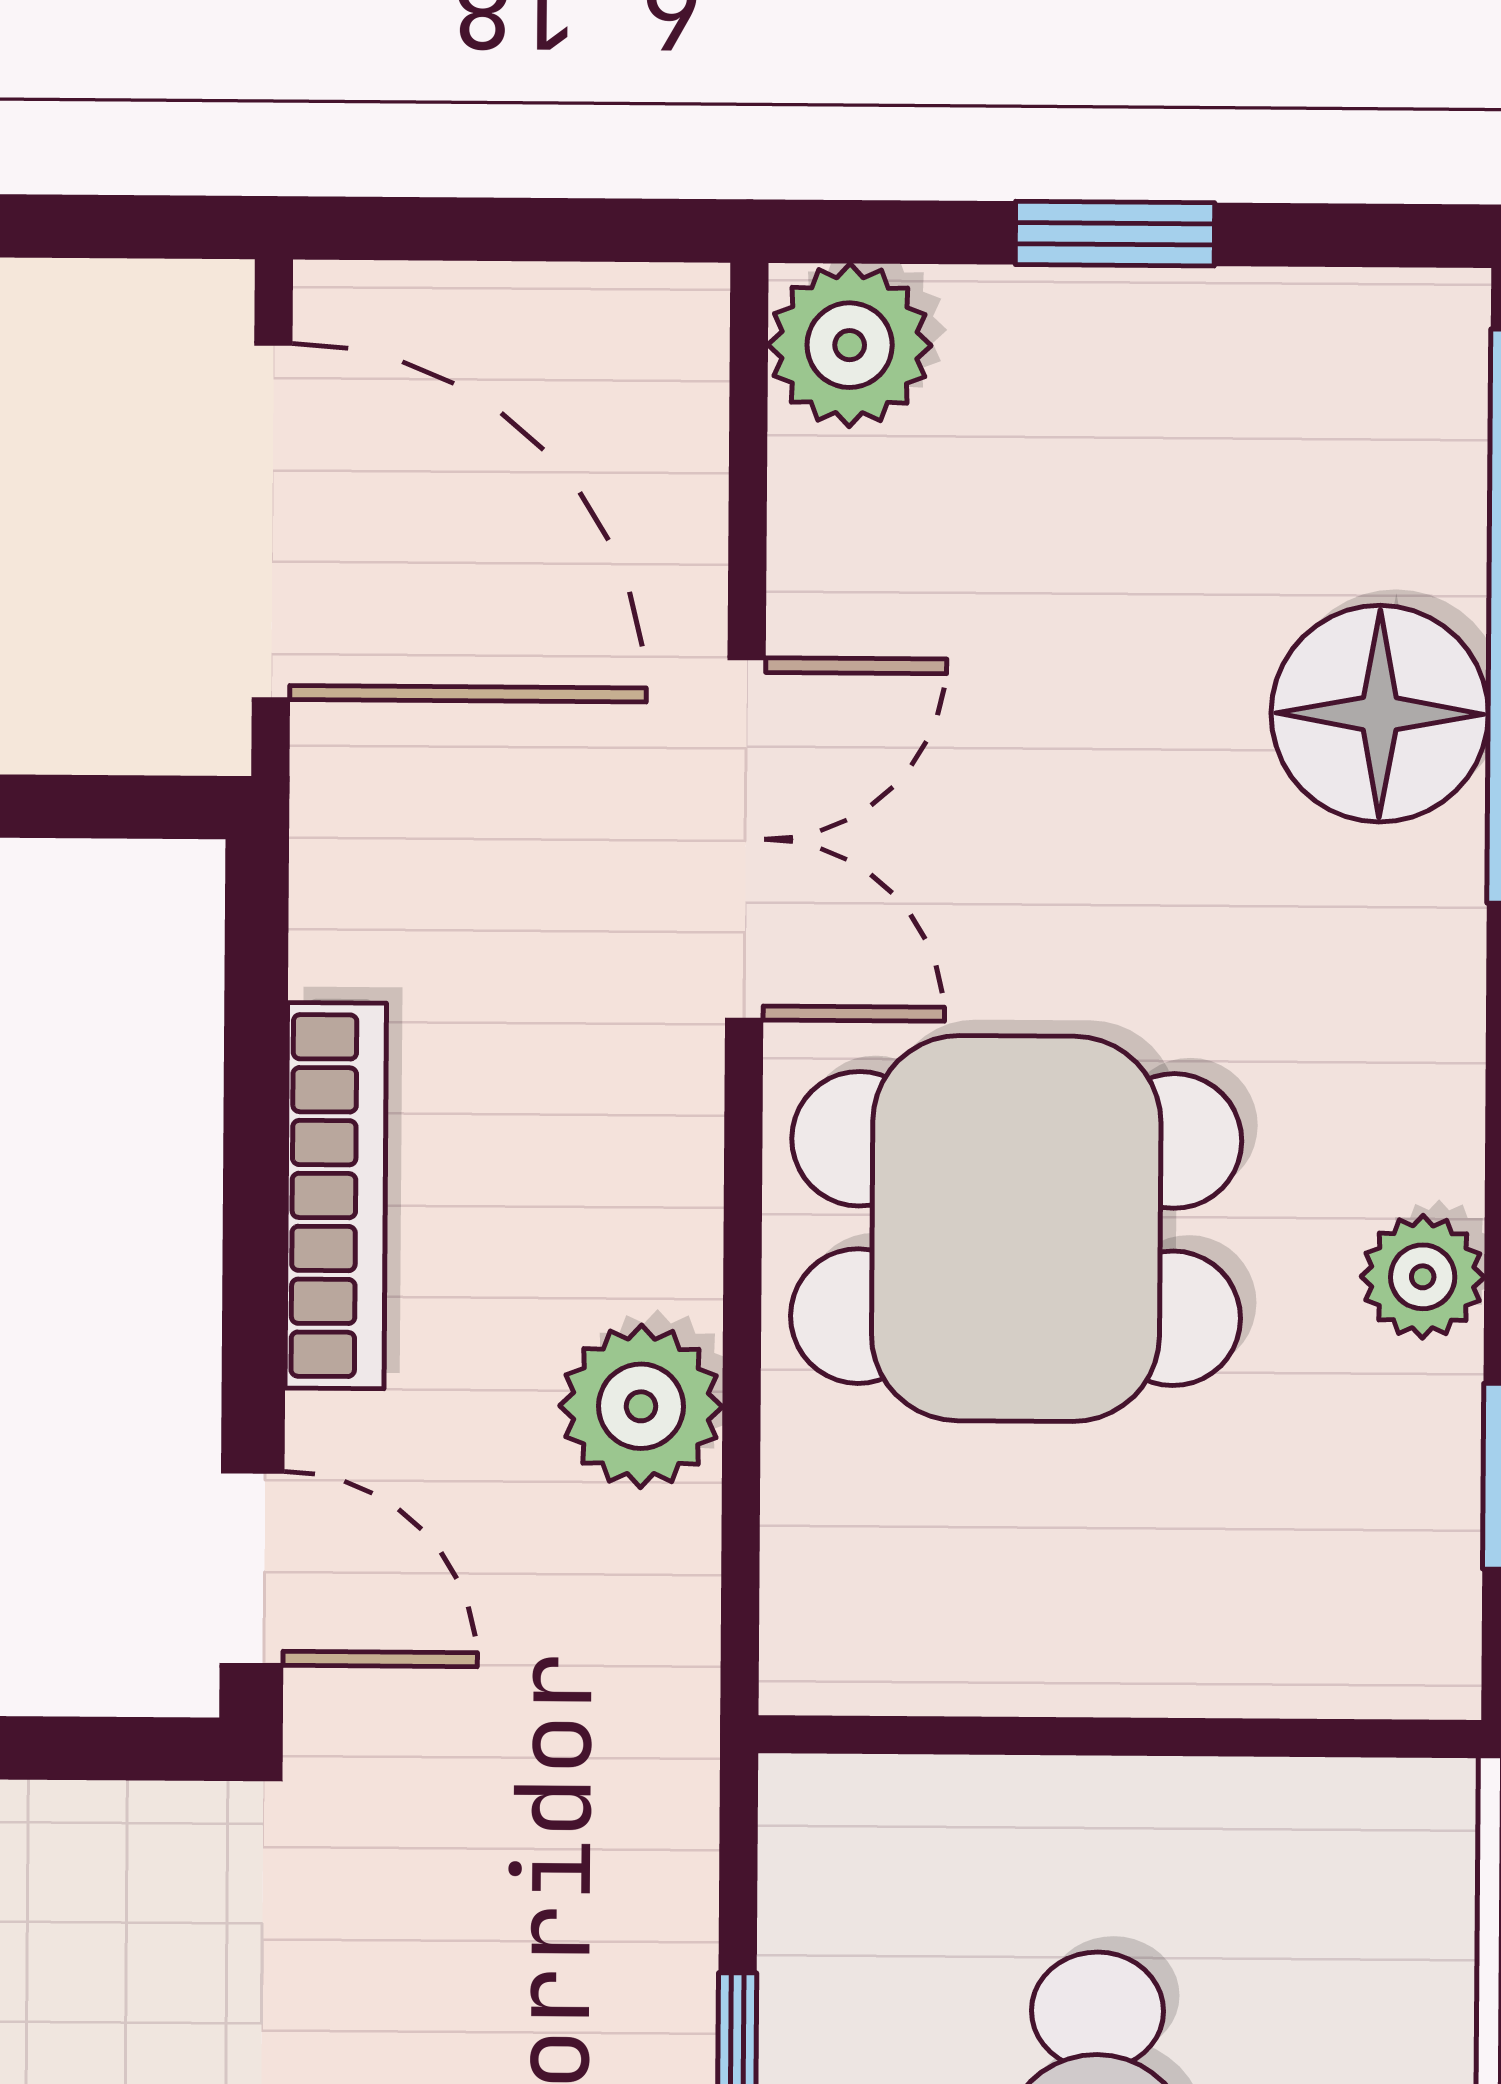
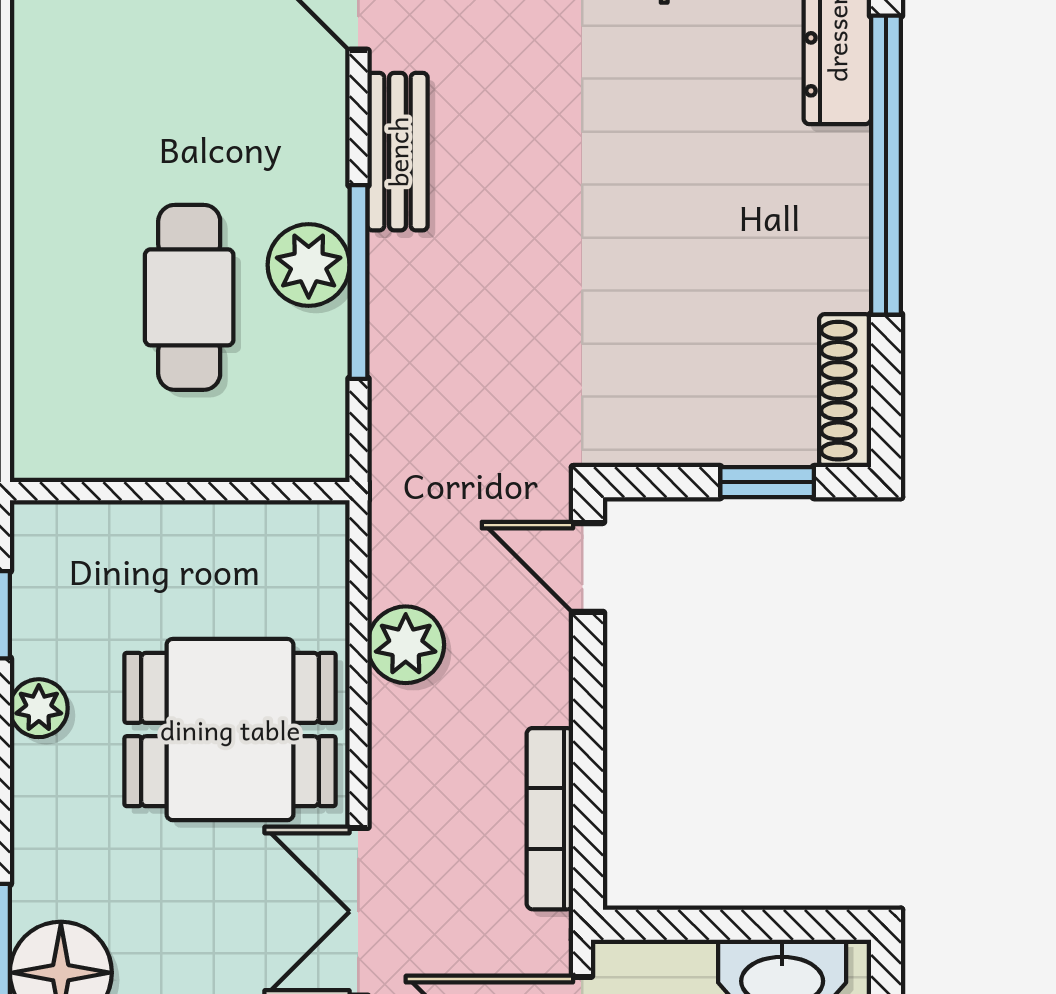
bookcase: (336, 1196) -> (550, 819), moved

